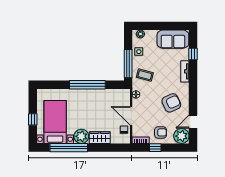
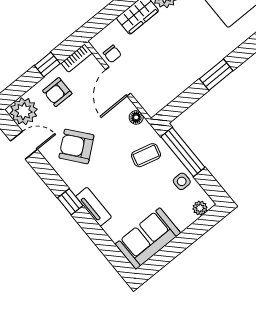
window: (193, 54) -> (70, 202), moved
window: (87, 85) -> (216, 75), width x0.47
armchair: (171, 103) -> (76, 146), turned 76
door: (131, 116) -> (118, 82), swing flipped
door: (193, 122) -> (24, 145), hinge flipped

